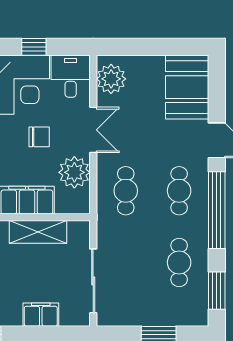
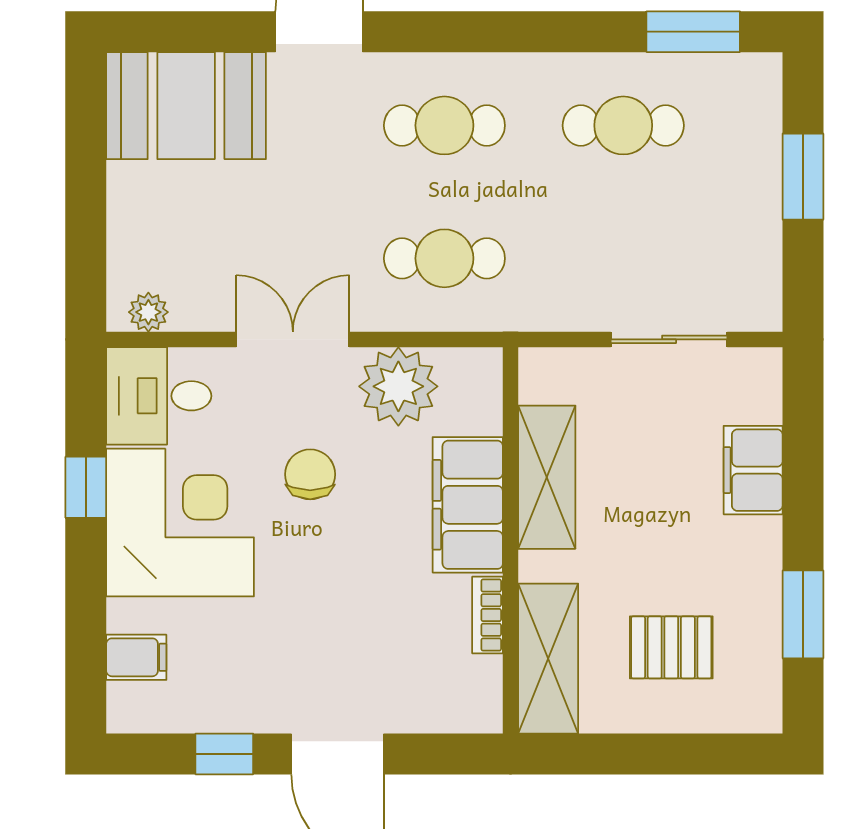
plant: (111, 79) -> (148, 312), width x0.53, depth x0.53
window: (217, 210) -> (493, 32), removed
sliding door: (93, 281) -> (669, 339), width x0.73

